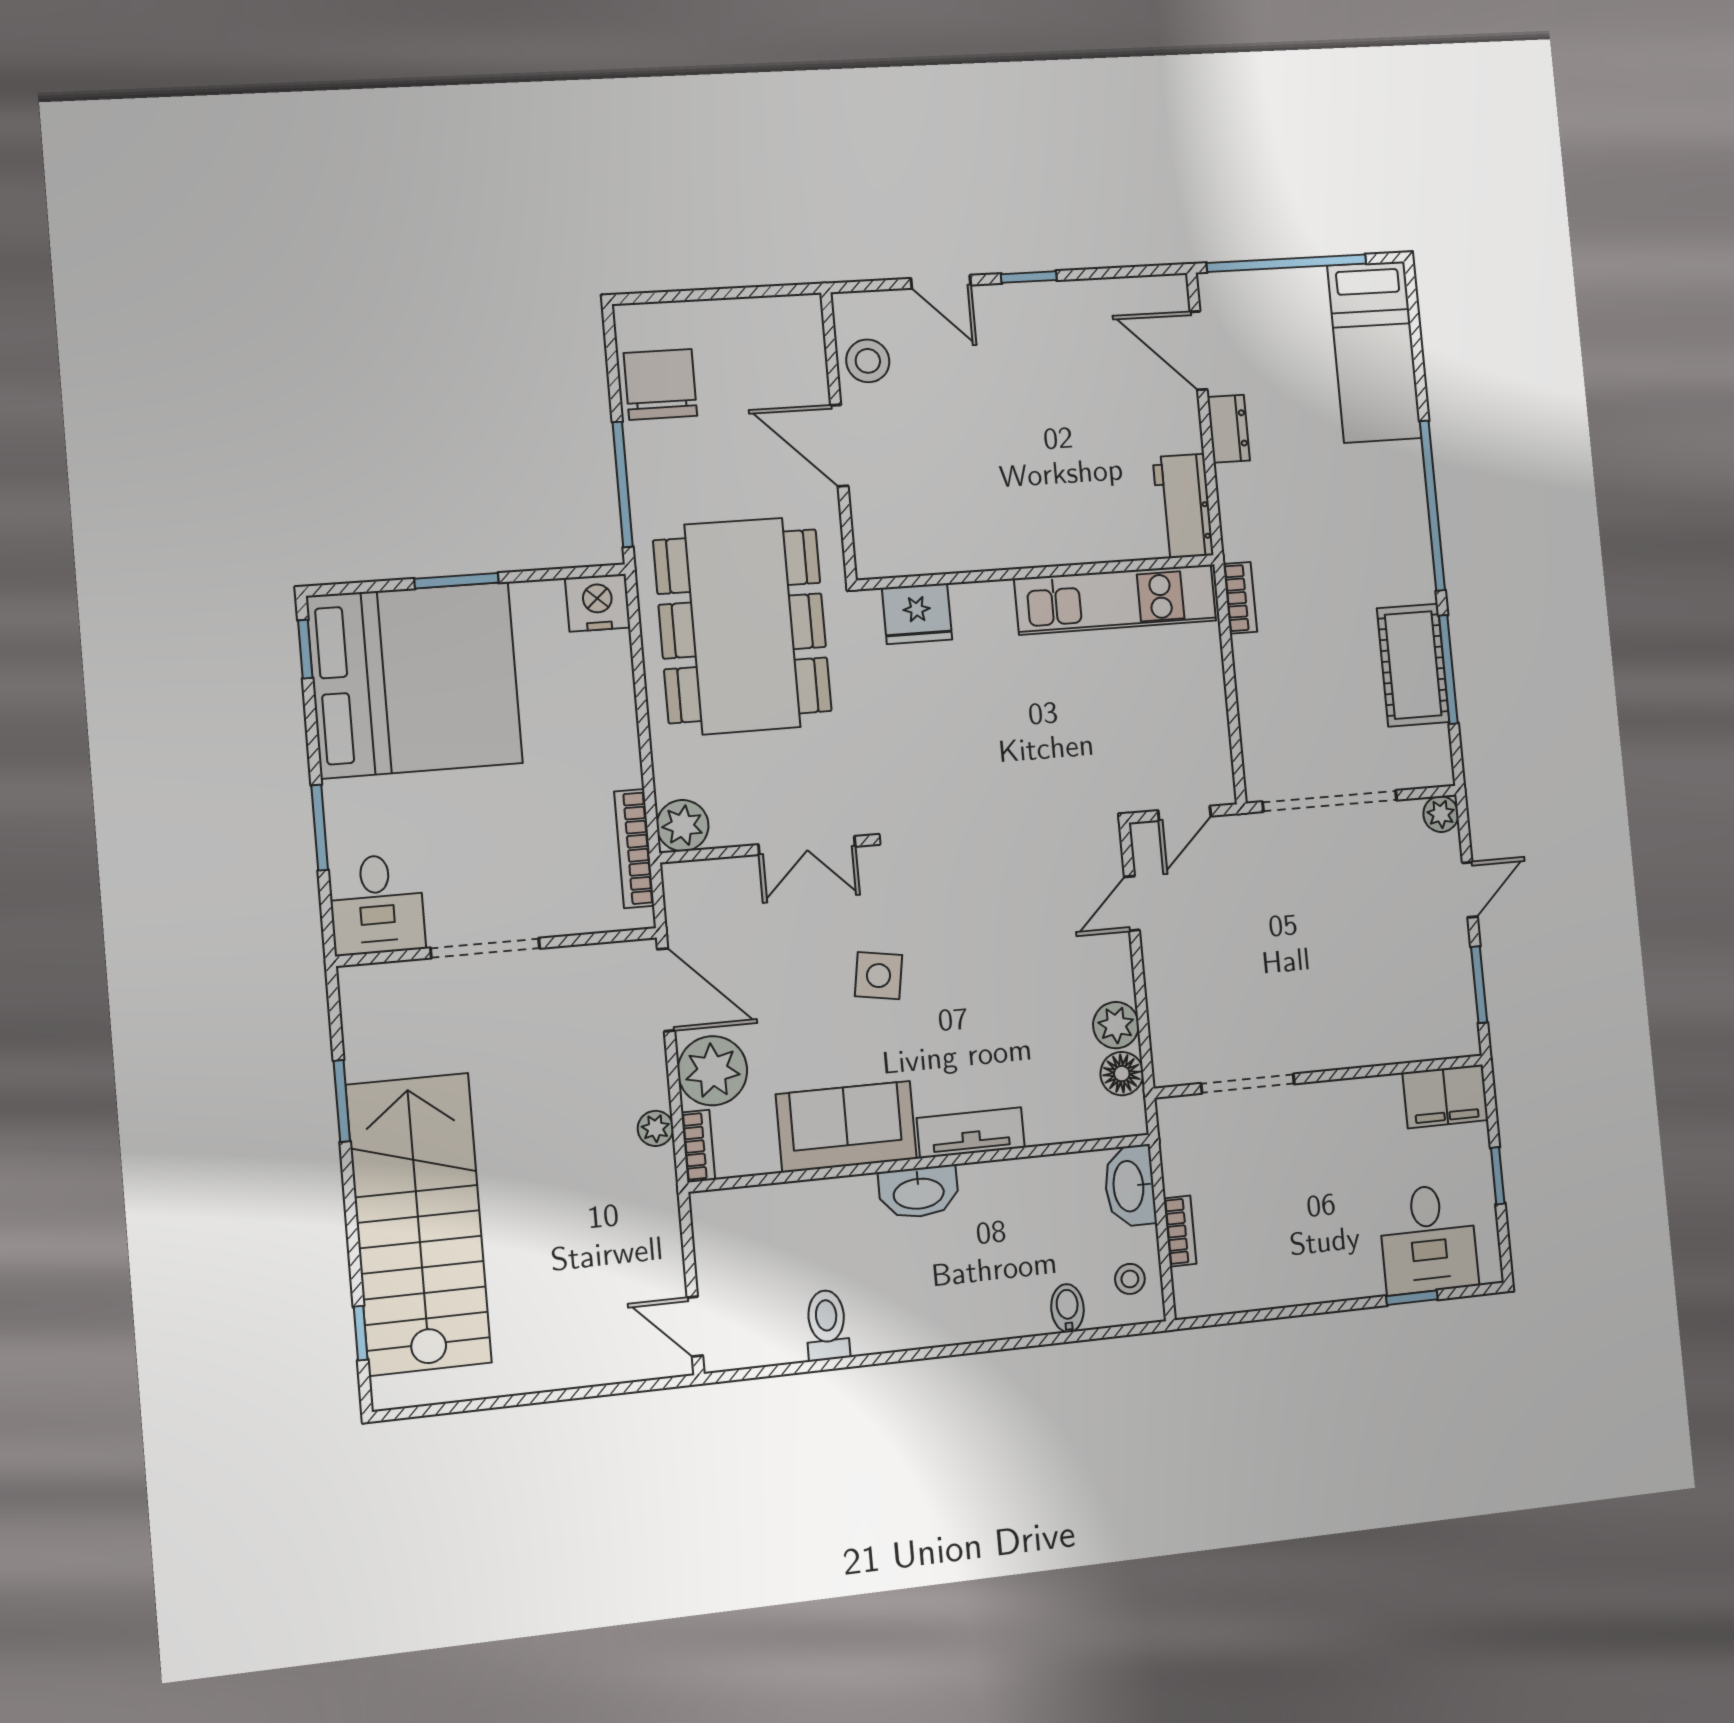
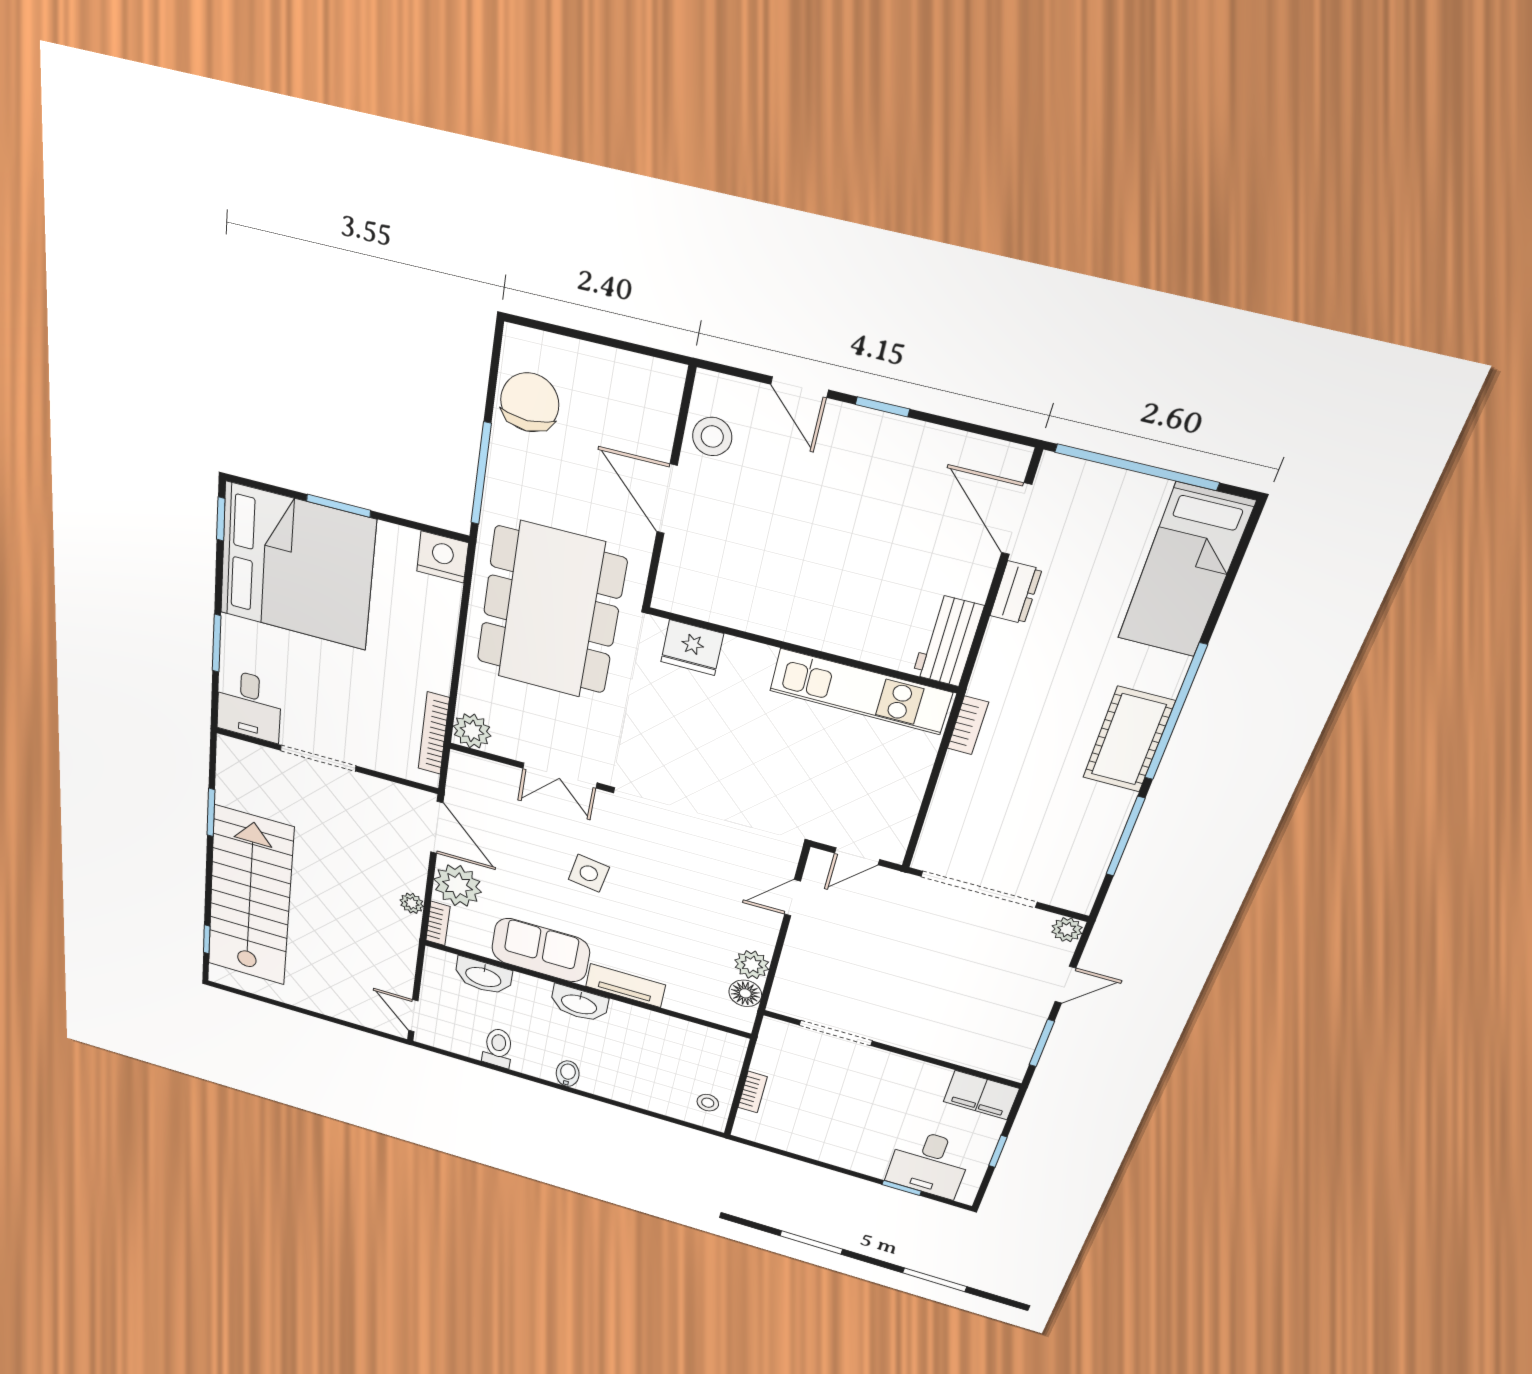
cot: (1413, 665) -> (1129, 740), moved
washbasin: (1130, 1186) -> (483, 976), moved, turned -90
bidet: (1067, 1308) -> (568, 1074), moved

